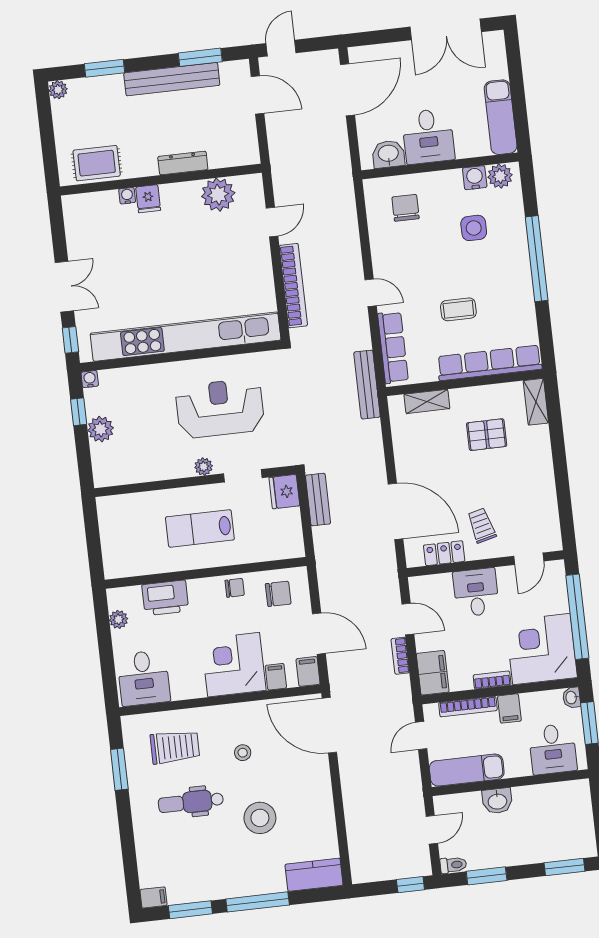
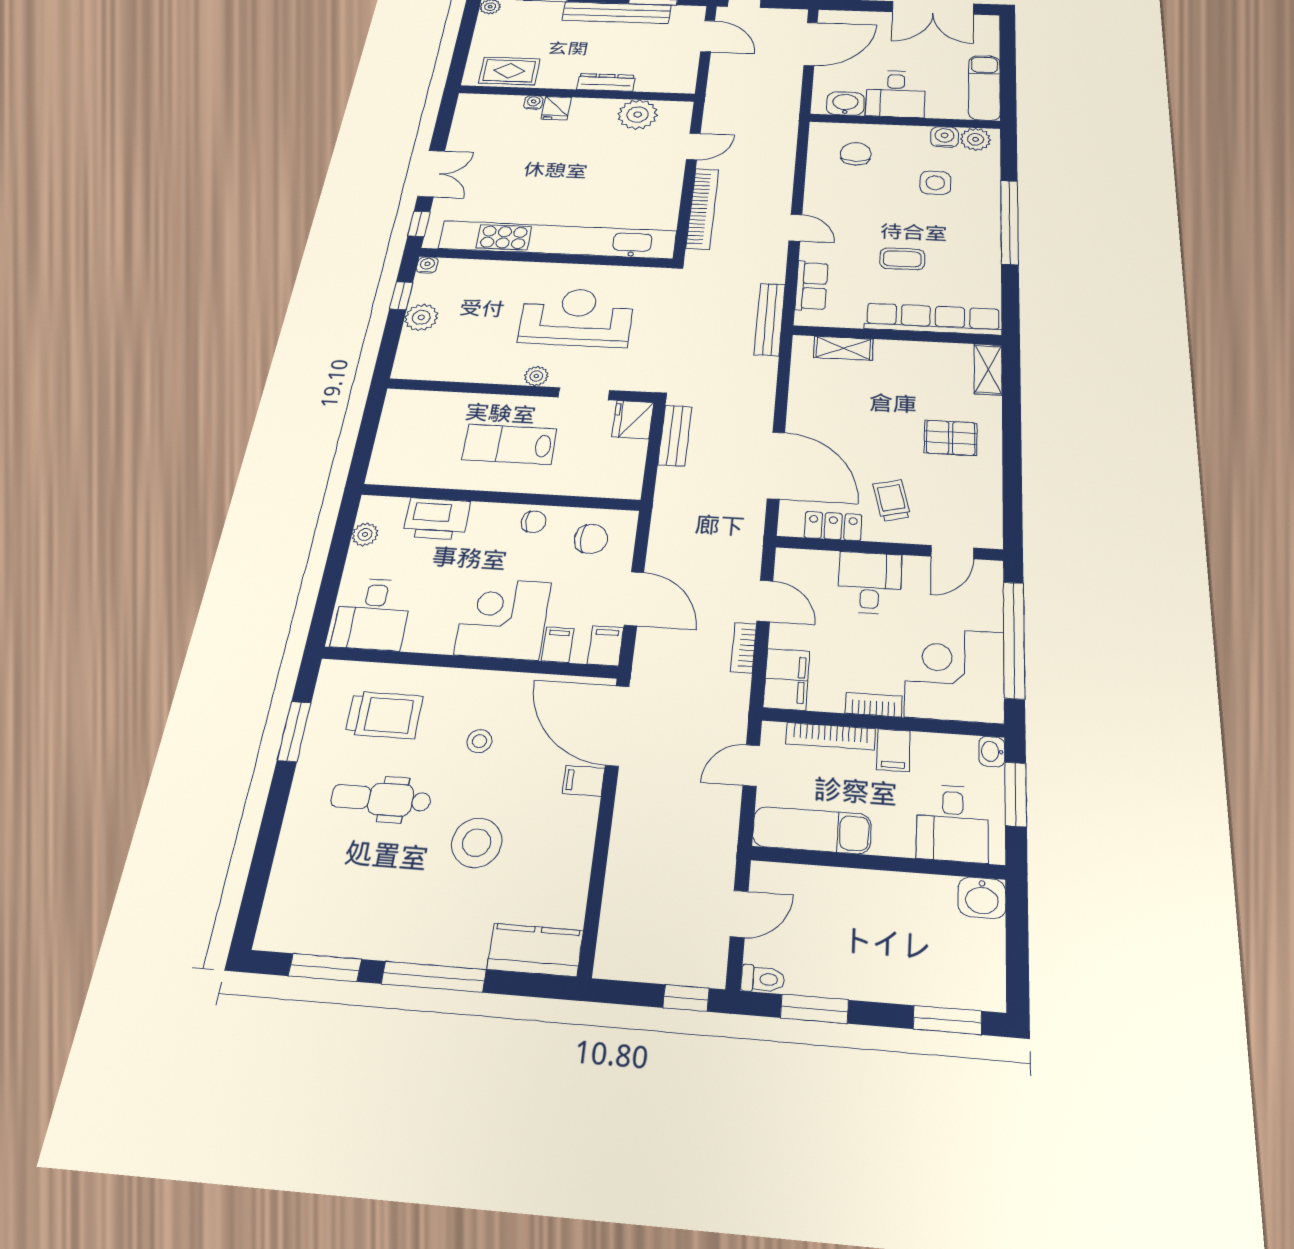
row of seats: (393, 347) -> (811, 286), width x0.68
pallet: (487, 435) -> (951, 438), moved
washbasin: (497, 801) -> (982, 898), moved
filing cabinet: (154, 897) -> (584, 781), moved, turned 180

